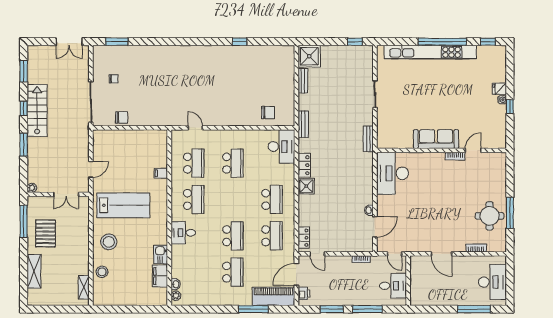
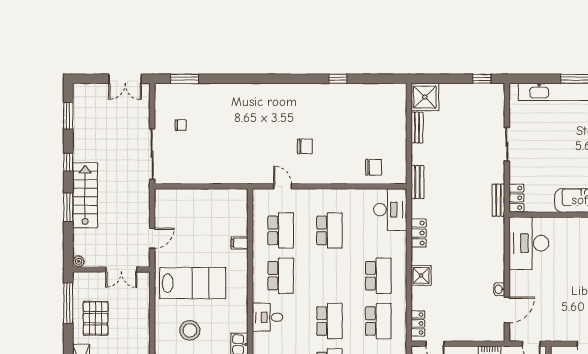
stairs: (37, 111) -> (85, 195), moved
chair: (122, 117) -> (305, 146), moved
locker: (383, 137) -> (516, 198), added
shower: (306, 186) -> (421, 275), moved
stool: (109, 242) -> (190, 330), moved

